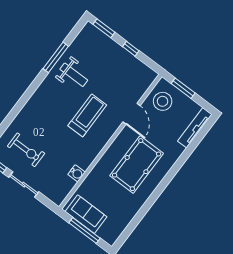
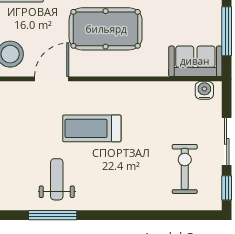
water cooler: (77, 173) -> (204, 90), moved
sofa: (86, 214) -> (195, 61), moved, turned 90

